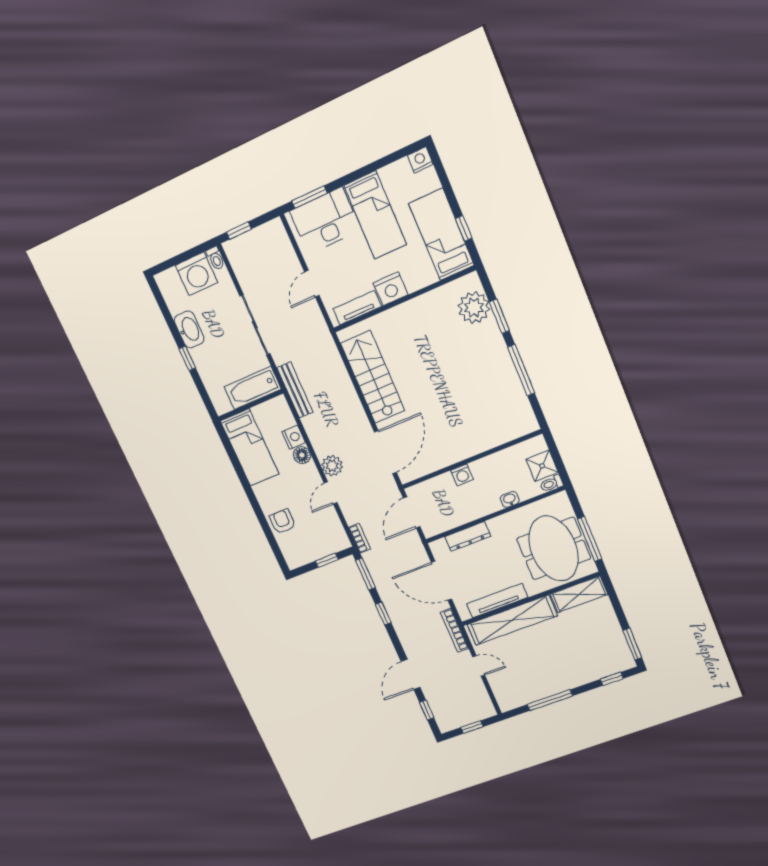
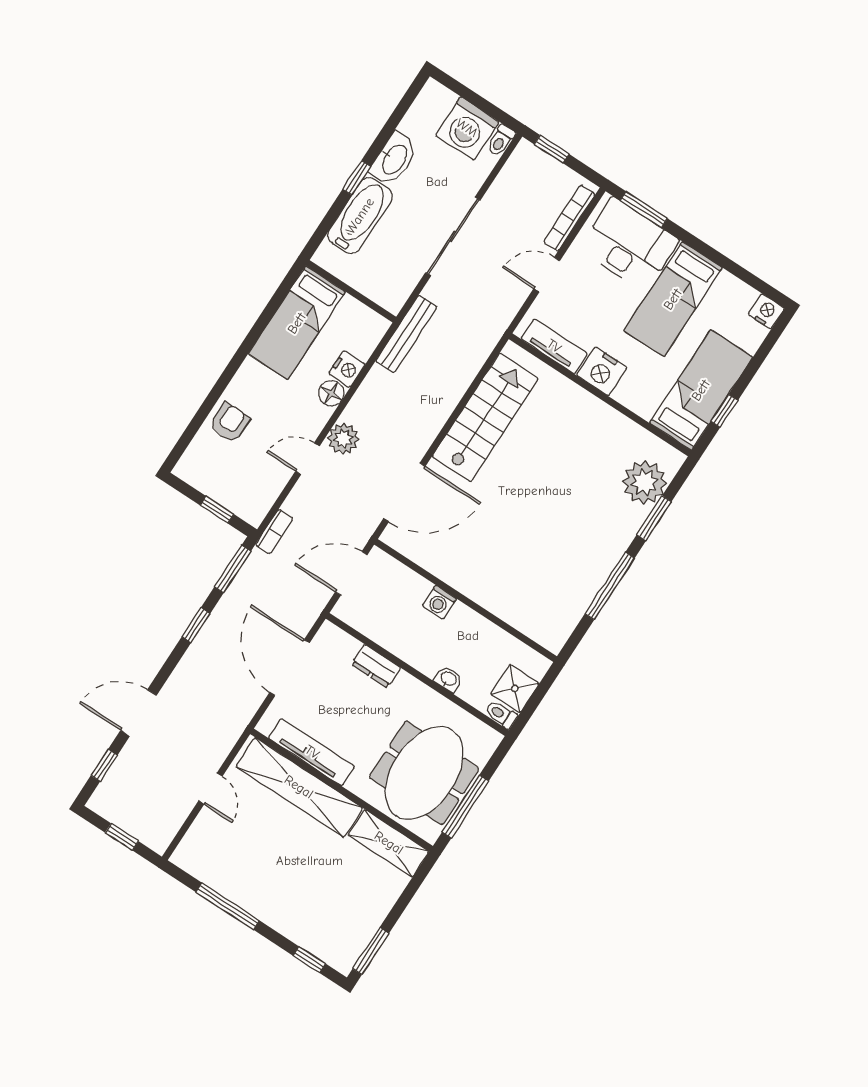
bathtub: (253, 388) -> (360, 216), moved, turned 90
dresser: (468, 536) -> (376, 666), width x0.70
bookcase: (454, 630) -> (569, 218), moved

